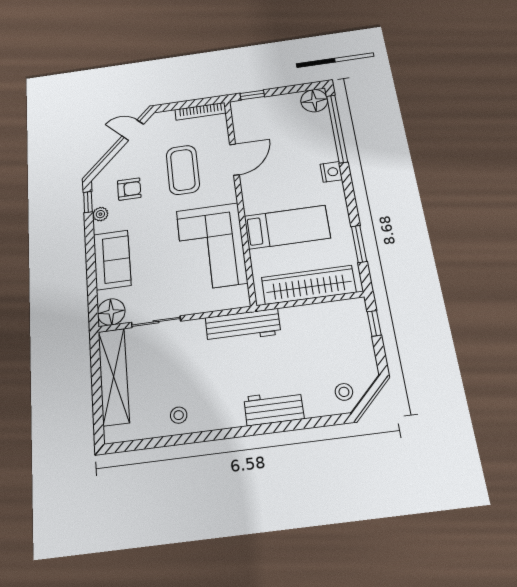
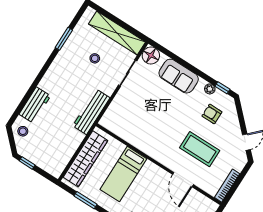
armchair: (129, 189) -> (212, 114), turned 90
corner sofa: (212, 246) -> (144, 130), removed
window: (374, 323) -> (27, 163), moved
workbench: (274, 408) -> (35, 105), moved
stool: (179, 415) -> (95, 58), moved
window: (175, 440) -> (64, 39), added

